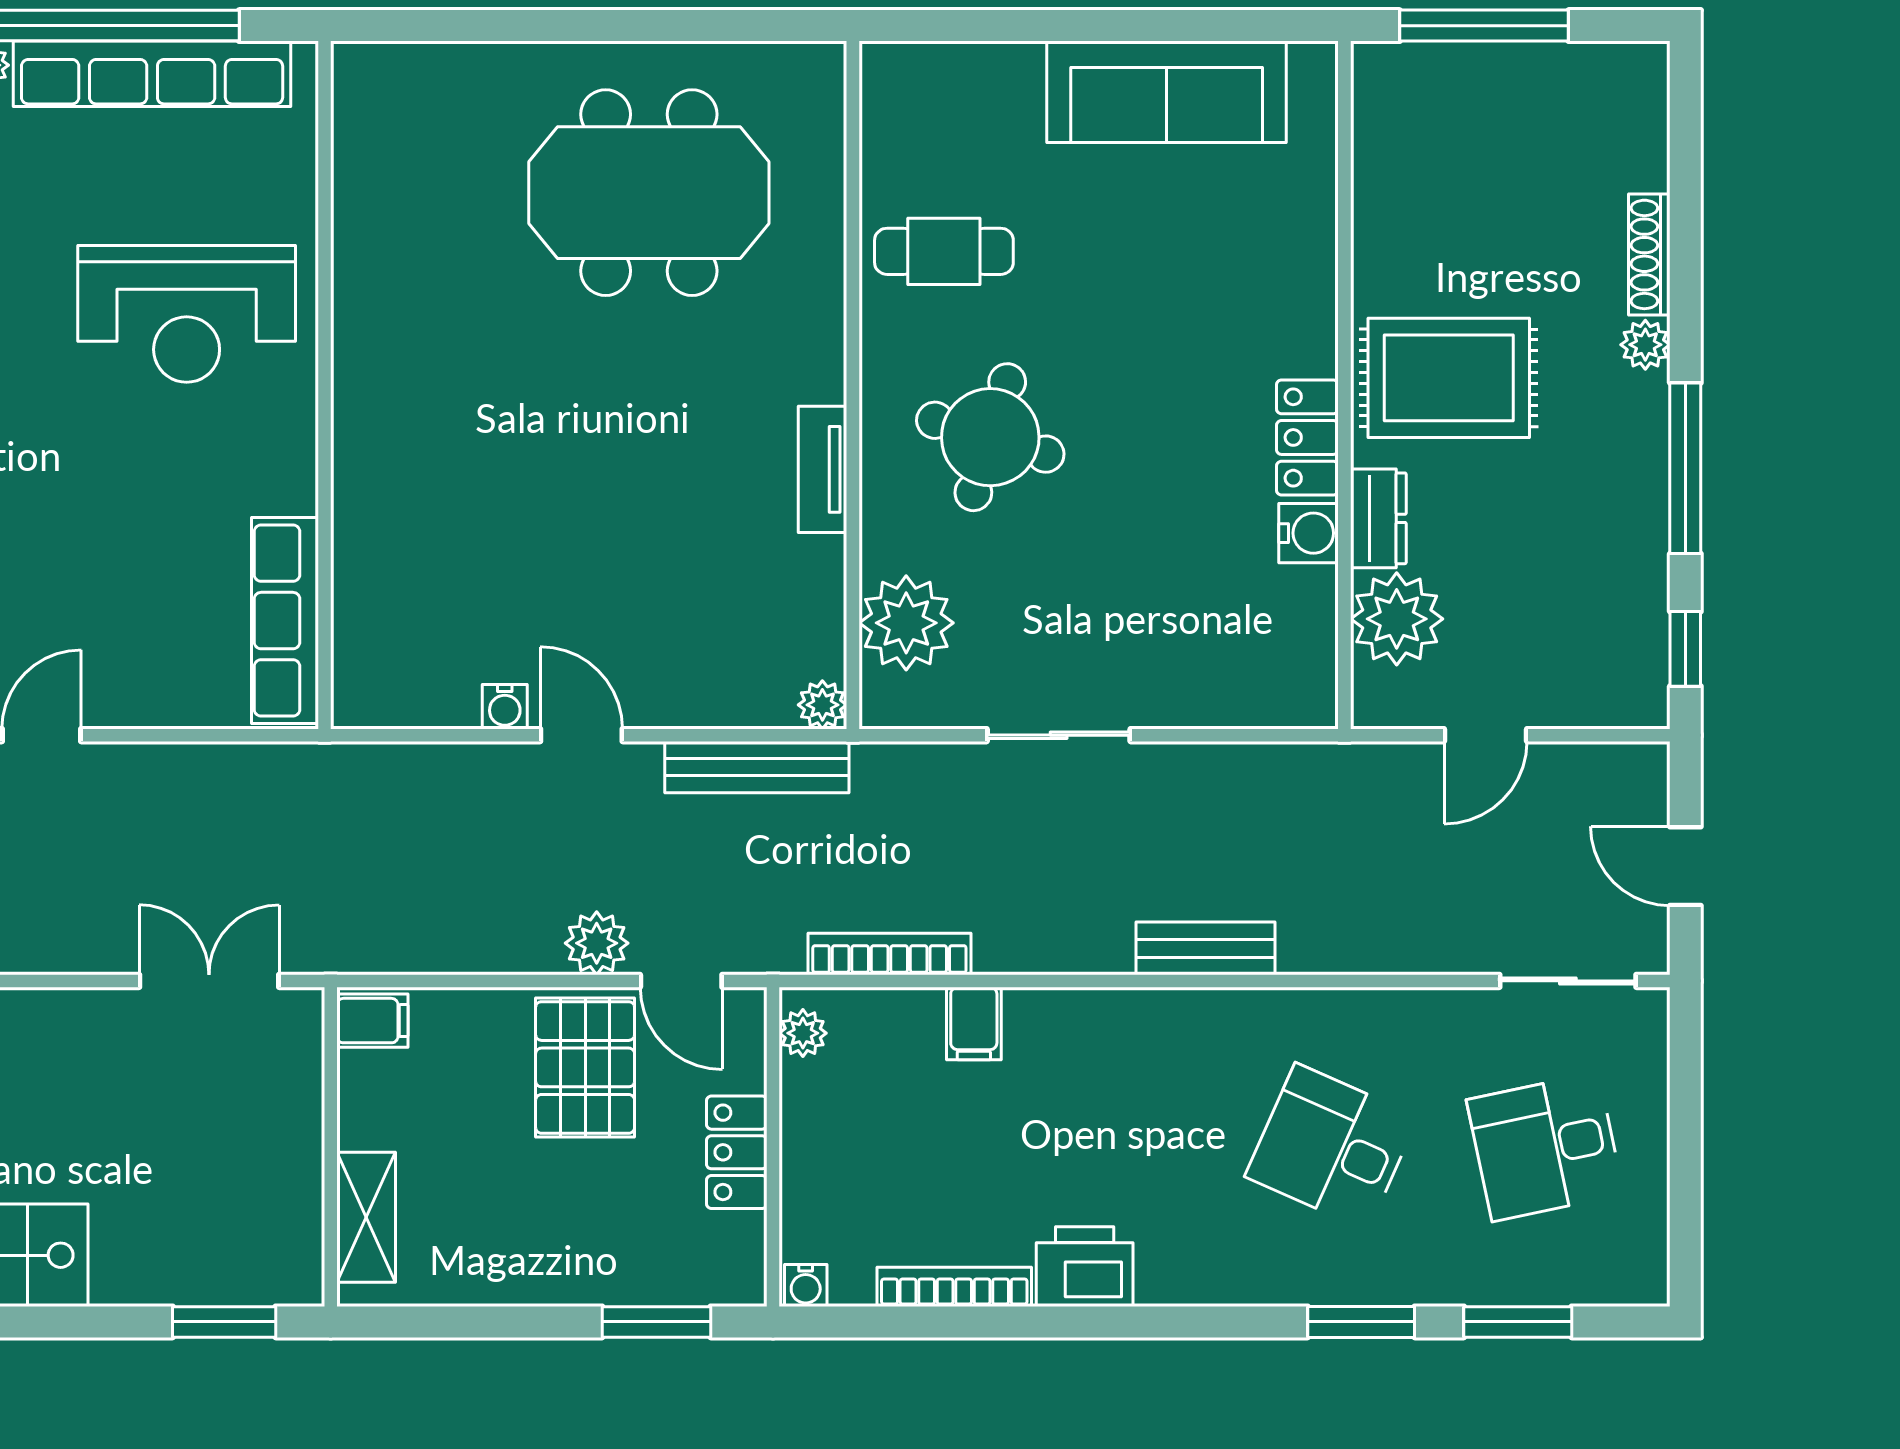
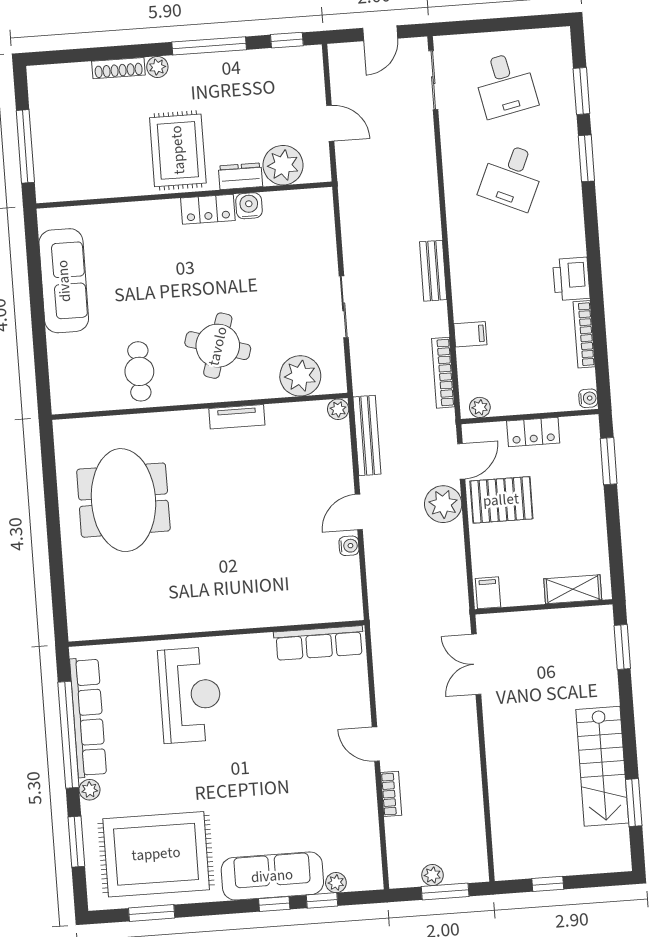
plant: (597, 943) -> (443, 504), width x1.36, depth x1.36
bench: (1205, 948) -> (433, 271), moved

